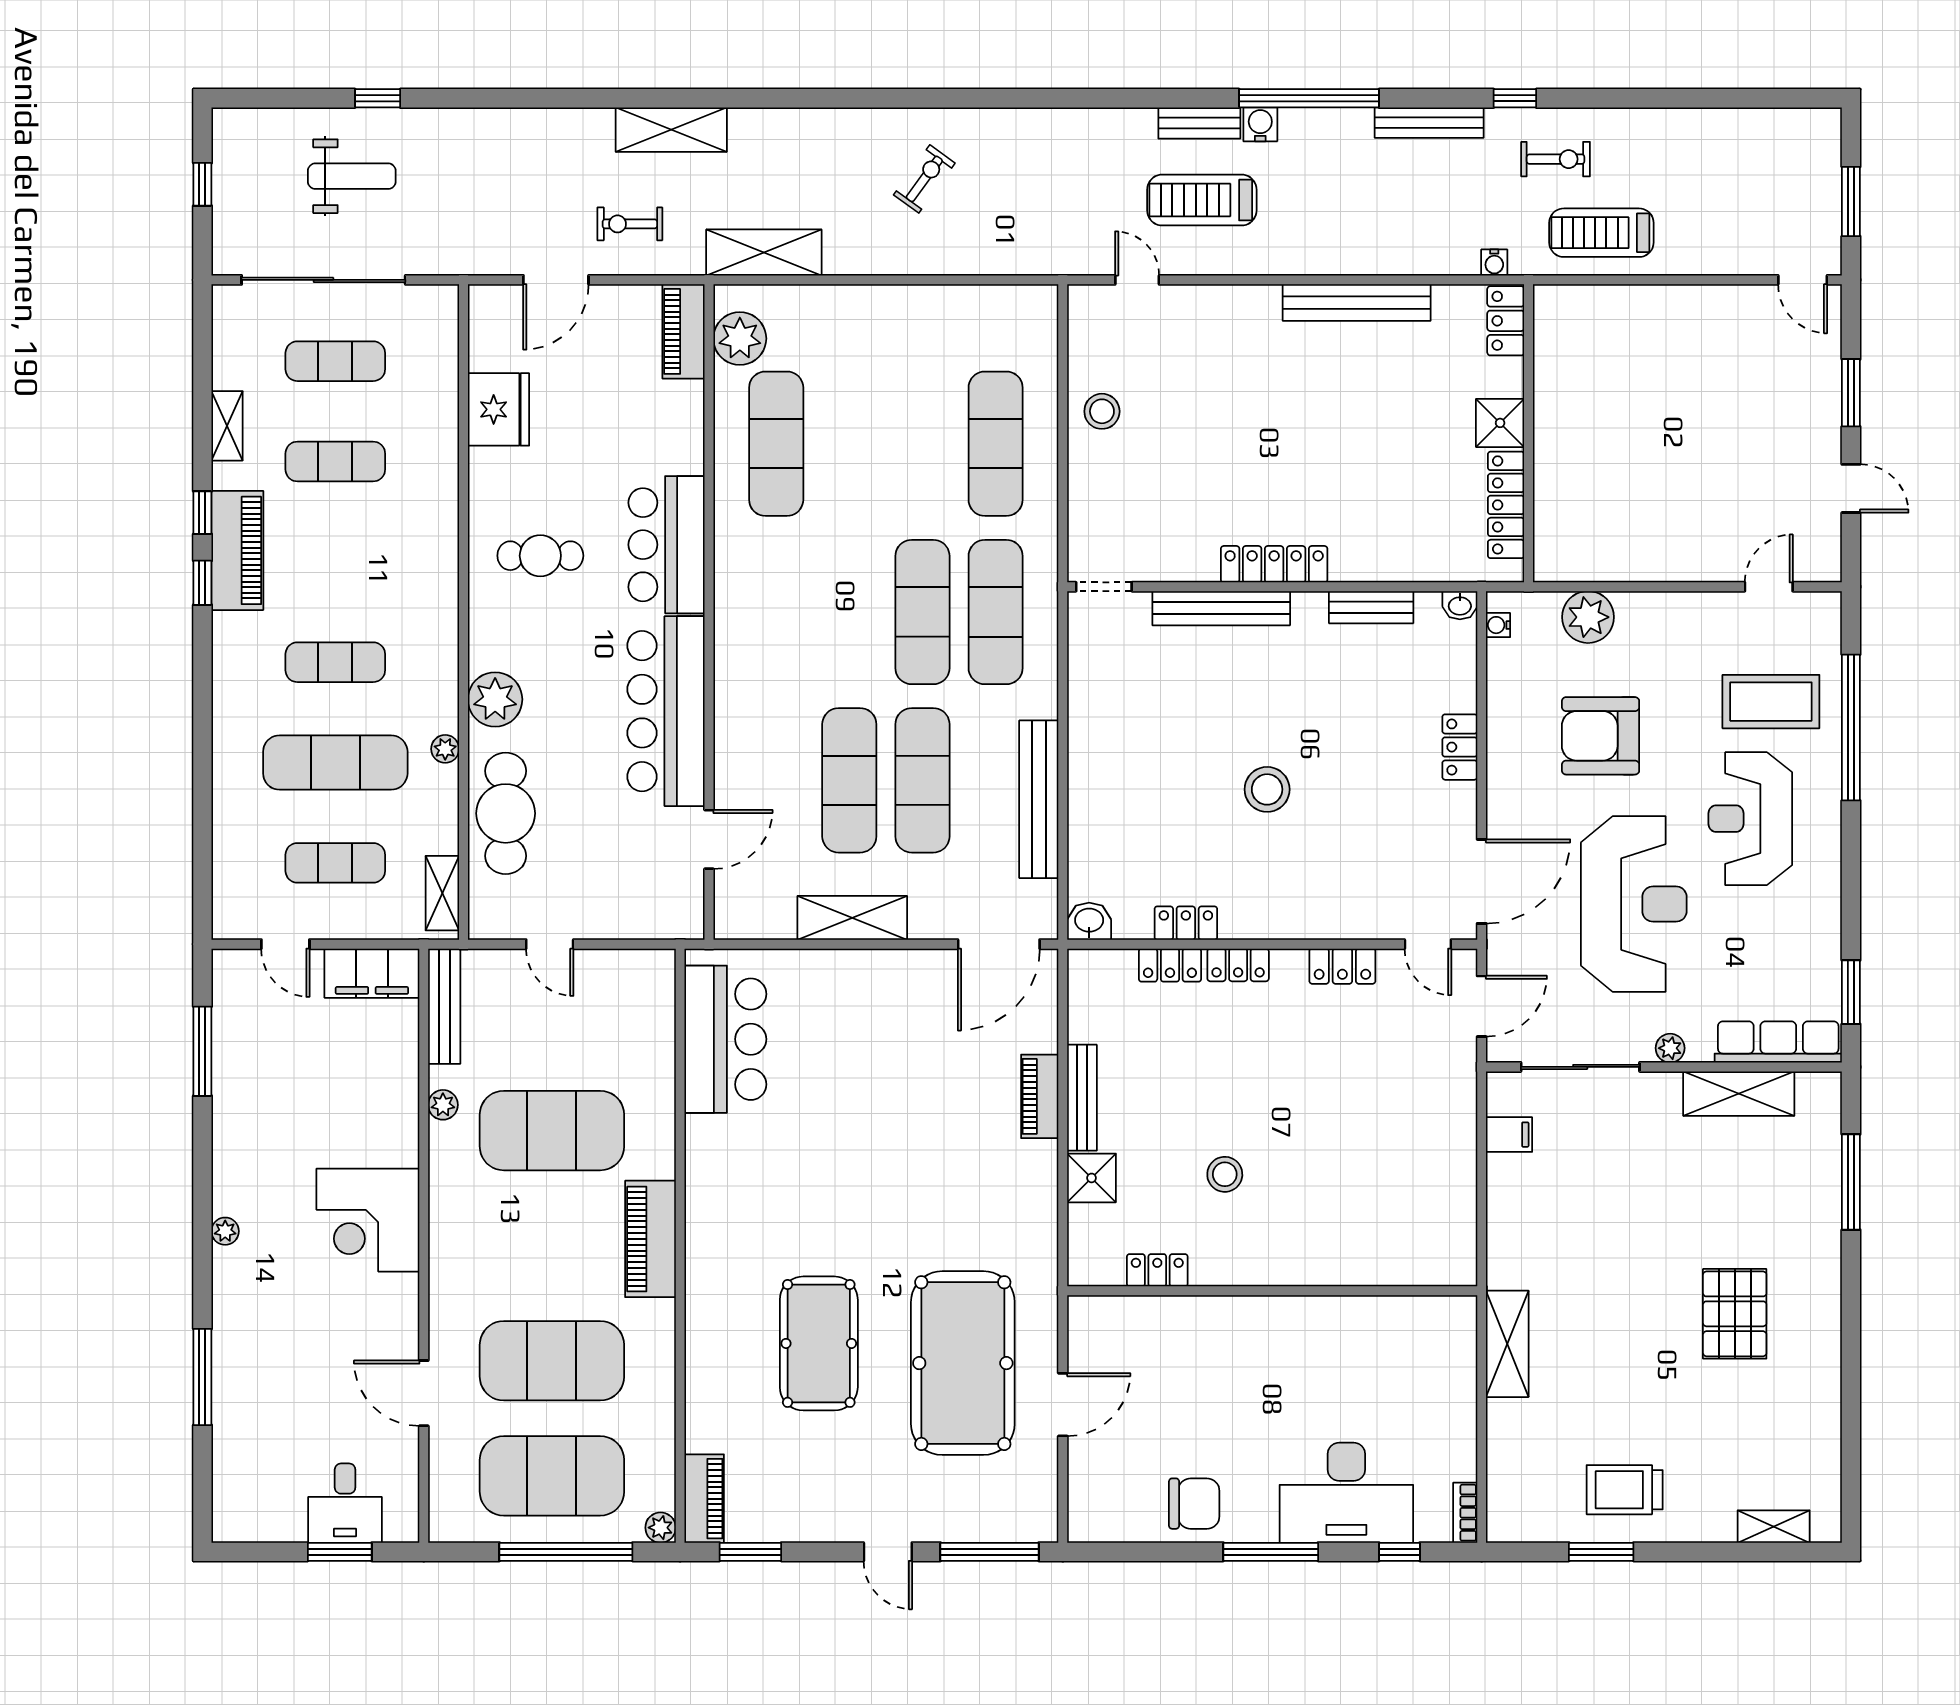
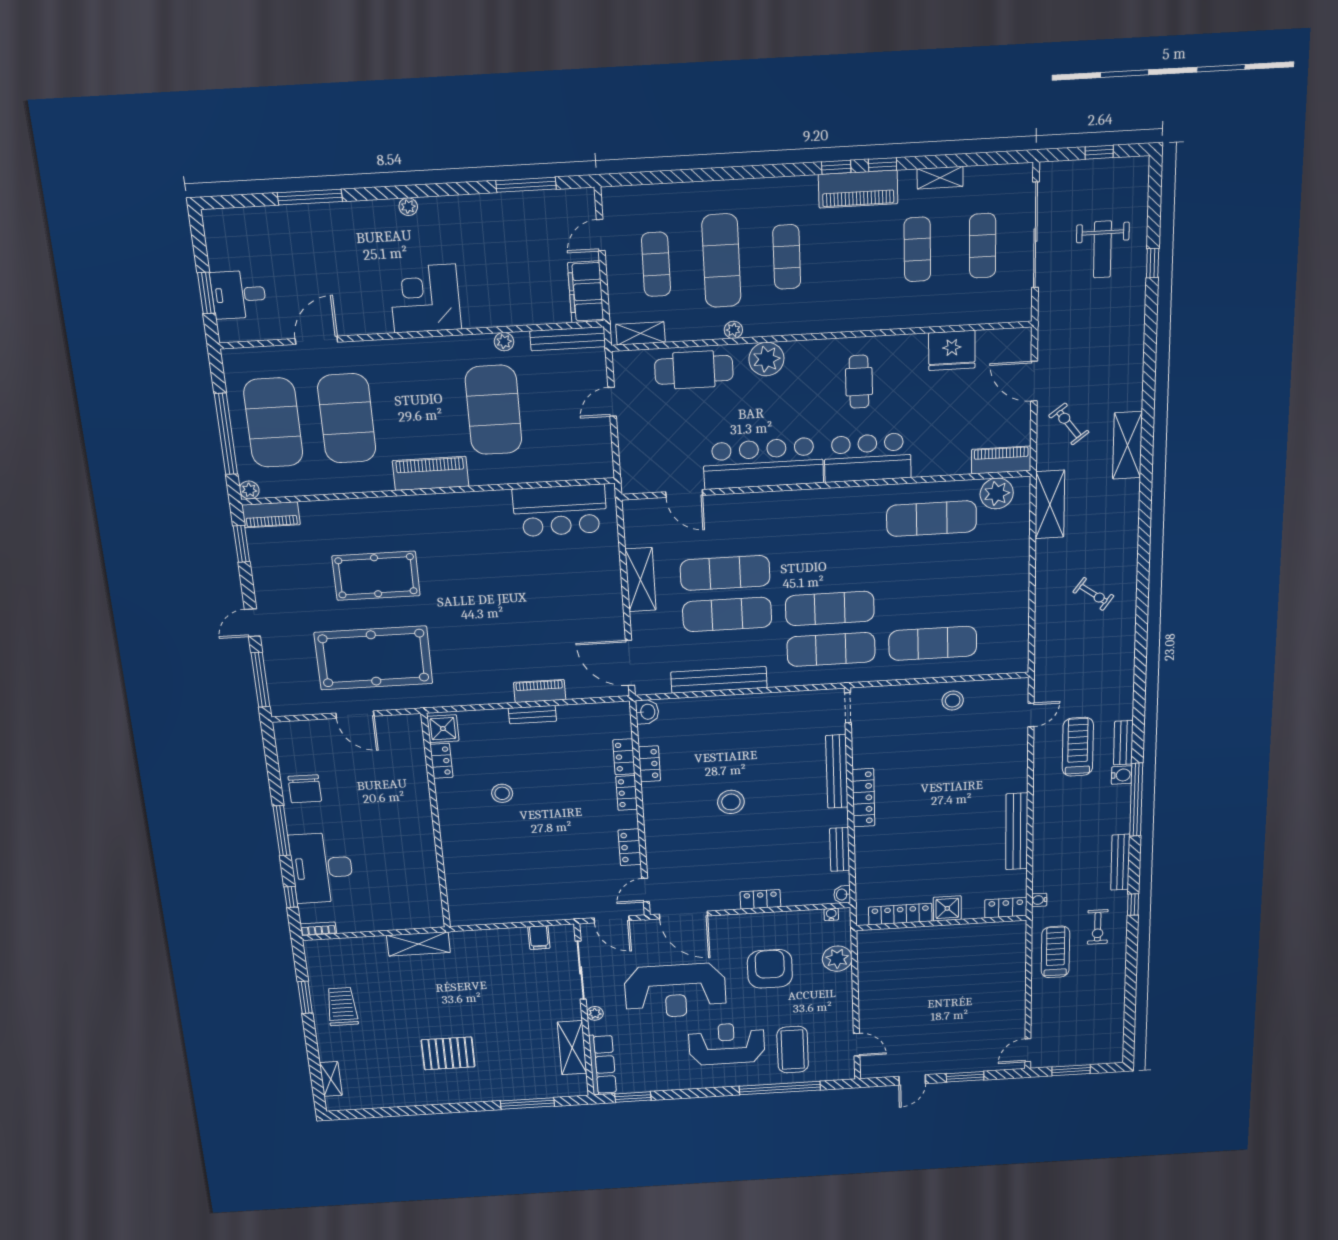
exercise bike: (630, 224) -> (1069, 424), turned -37
bench: (1082, 1098) -> (532, 715), width x0.73
shower: (1092, 1178) -> (443, 729), moved

